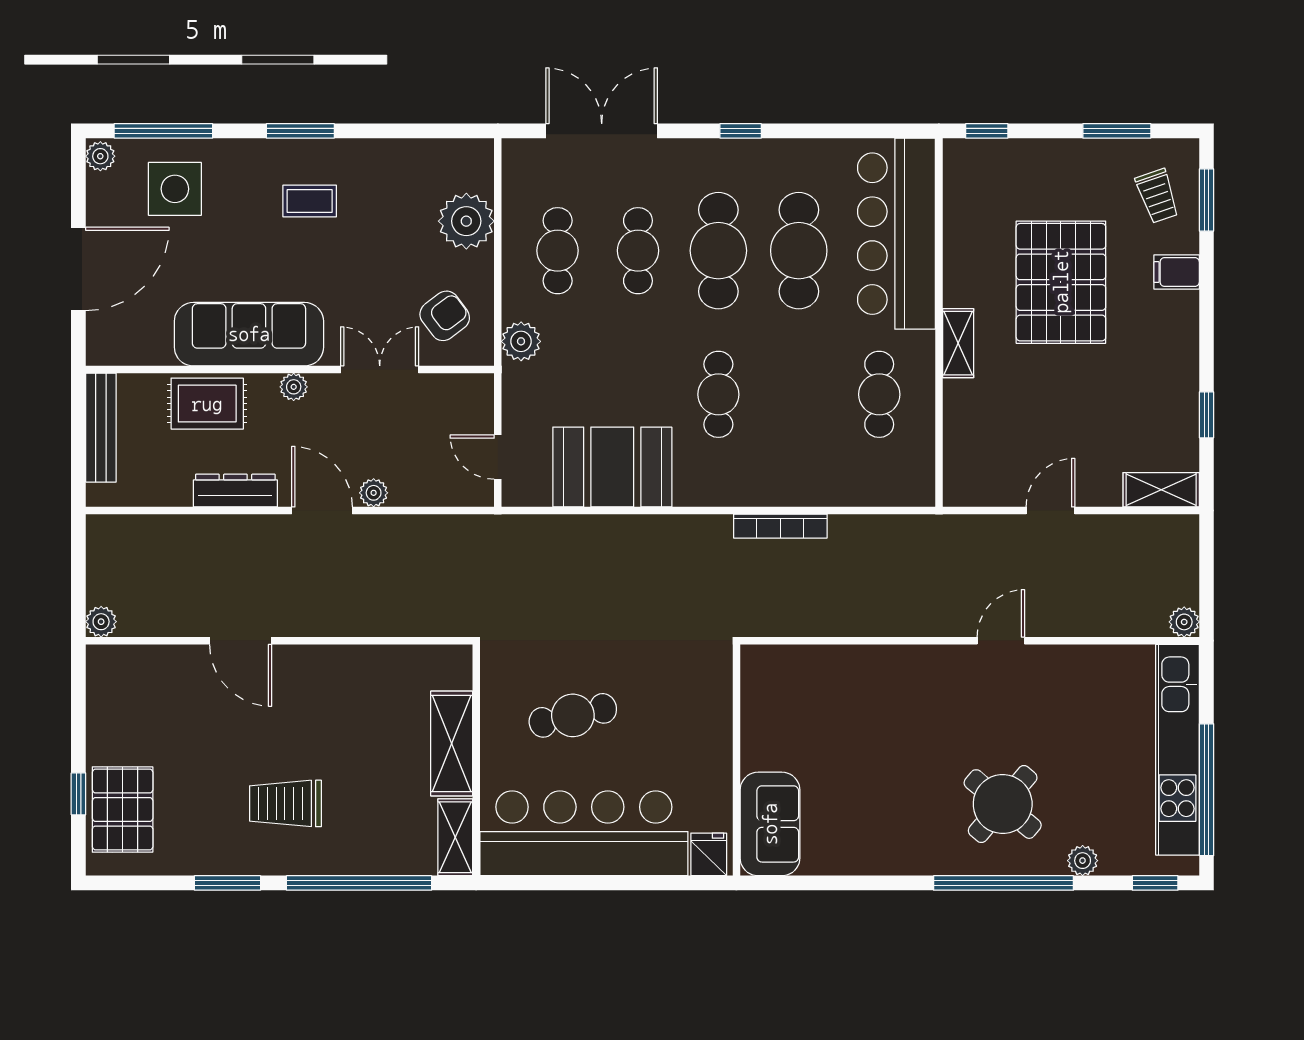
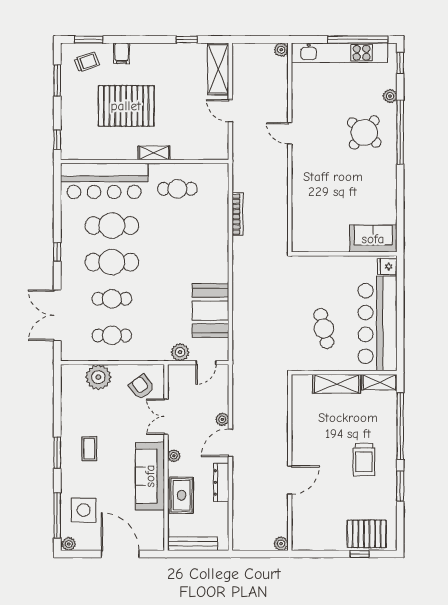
plant: (521, 341) -> (180, 352), moved
cafe table: (718, 394) -> (177, 262), removed
shelving: (1161, 490) -> (218, 69), width x1.50, depth x1.33
bookcase: (780, 526) -> (237, 214), moved

